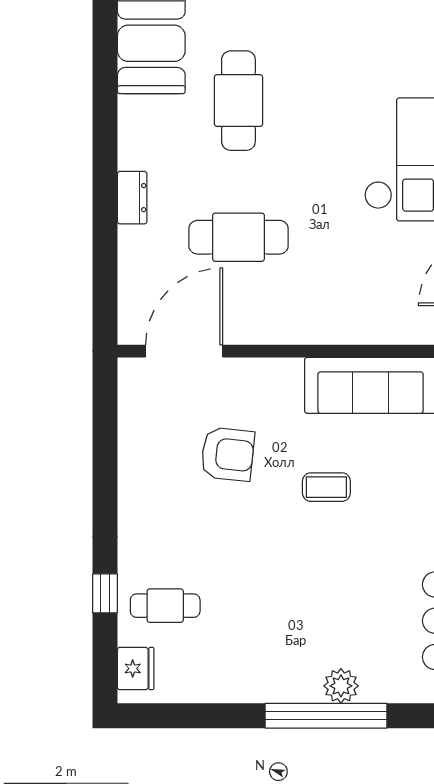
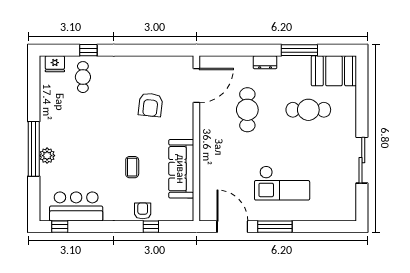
window: (105, 121) -> (299, 50), added
door: (184, 351) -> (196, 86), hinge flipped
coffee table: (326, 487) -> (132, 167), moved

